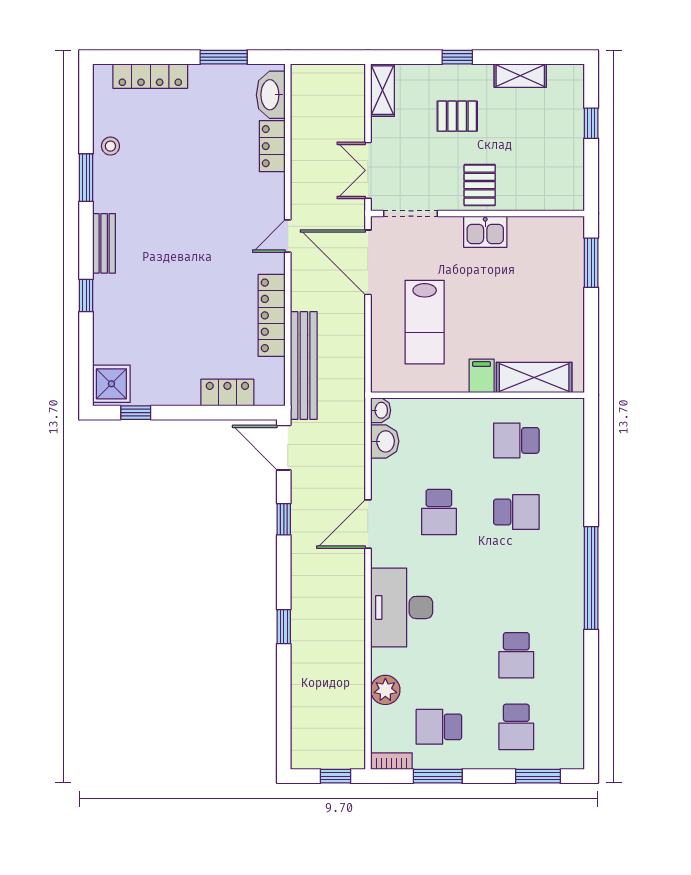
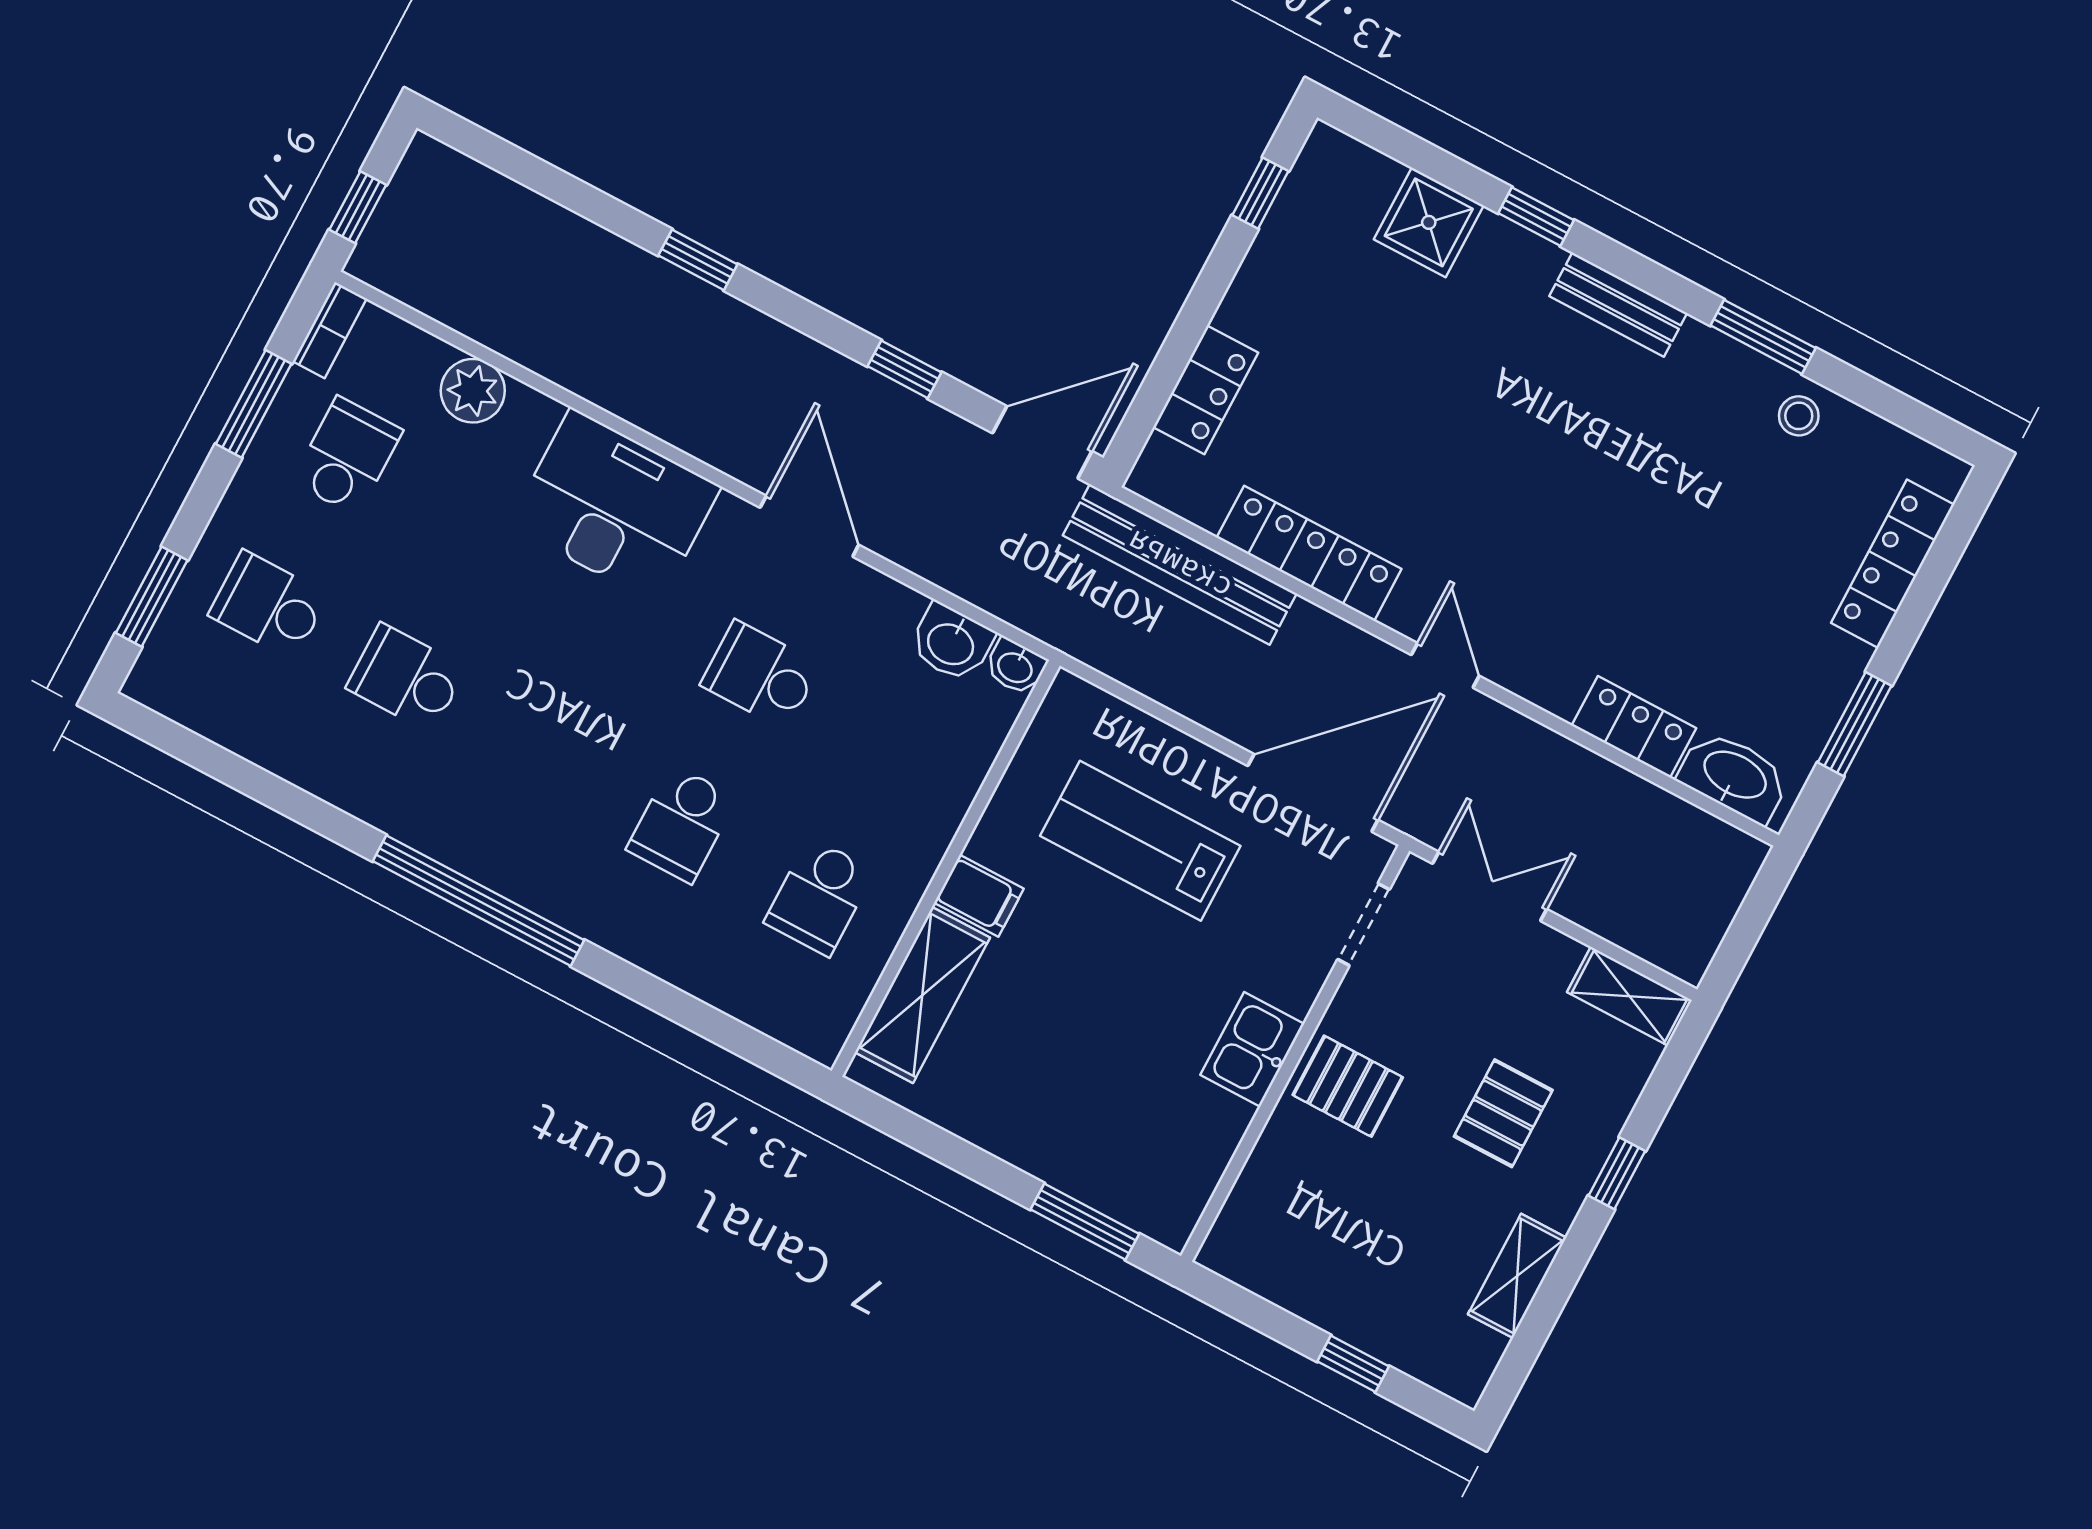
doorway: (411, 213) -> (1364, 924), width x0.73
shower: (111, 384) -> (1429, 222), moved
school desk: (516, 440) -> (819, 897), turned 180

